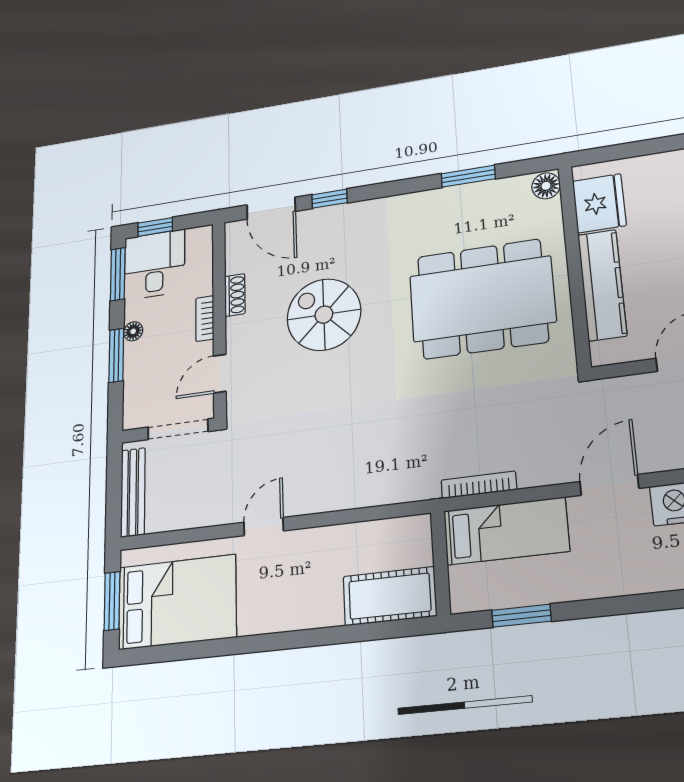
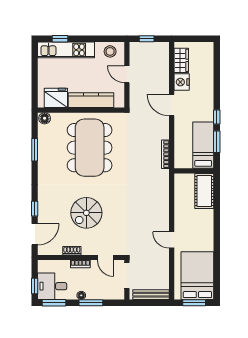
bed: (506, 531) -> (203, 145), moved
window: (589, 609) -> (217, 117), added

